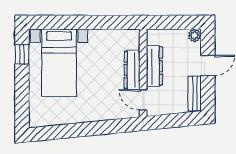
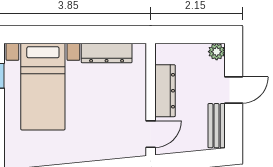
dresser: (132, 70) -> (107, 53), moved, turned -90
door: (143, 100) -> (151, 134), swing flipped

